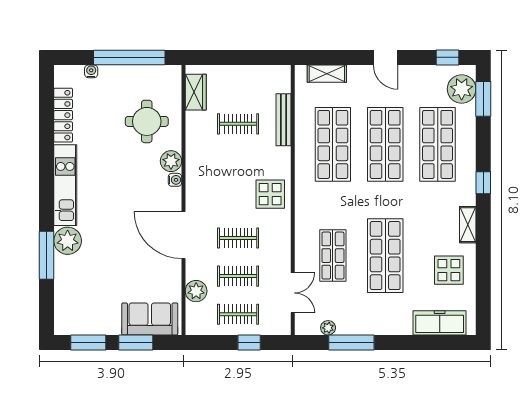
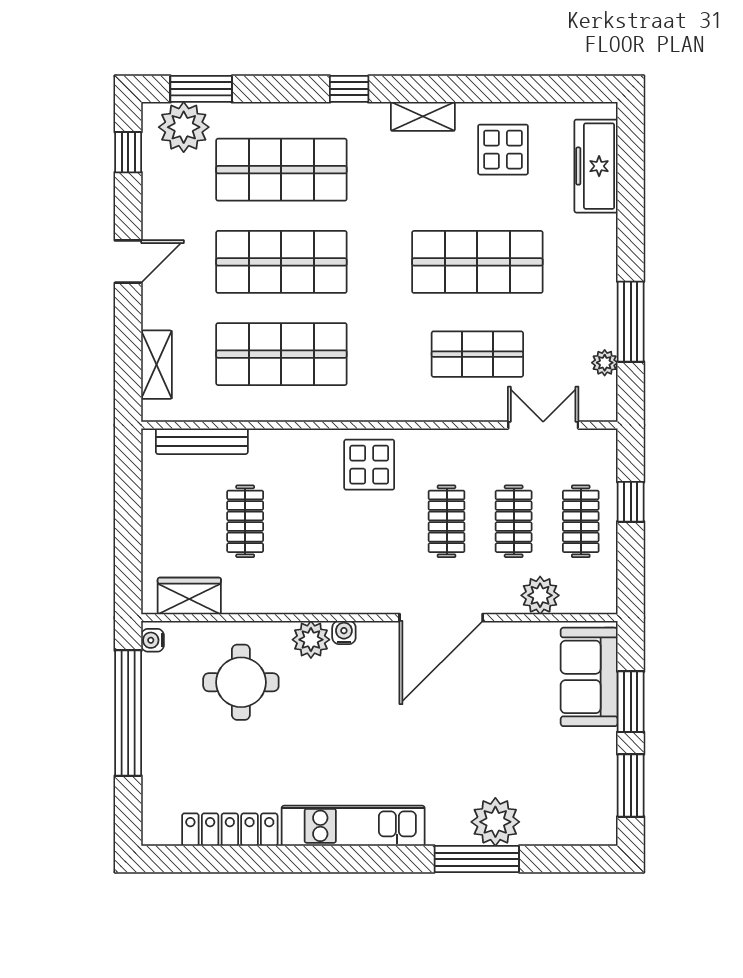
water cooler: (91, 71) -> (153, 640), moved
bench: (284, 120) -> (202, 441), moved
plant: (68, 241) -> (495, 822), moved

